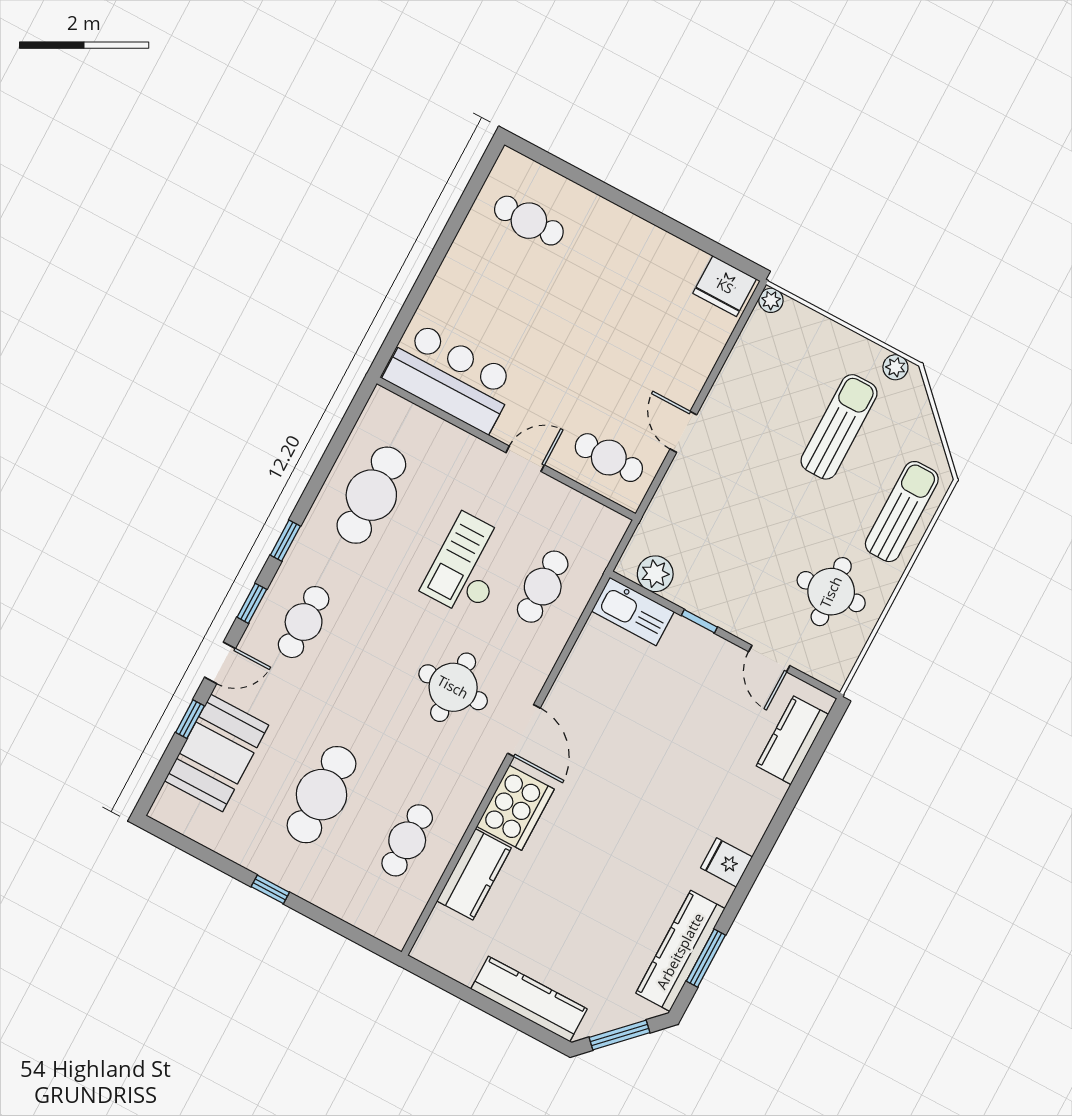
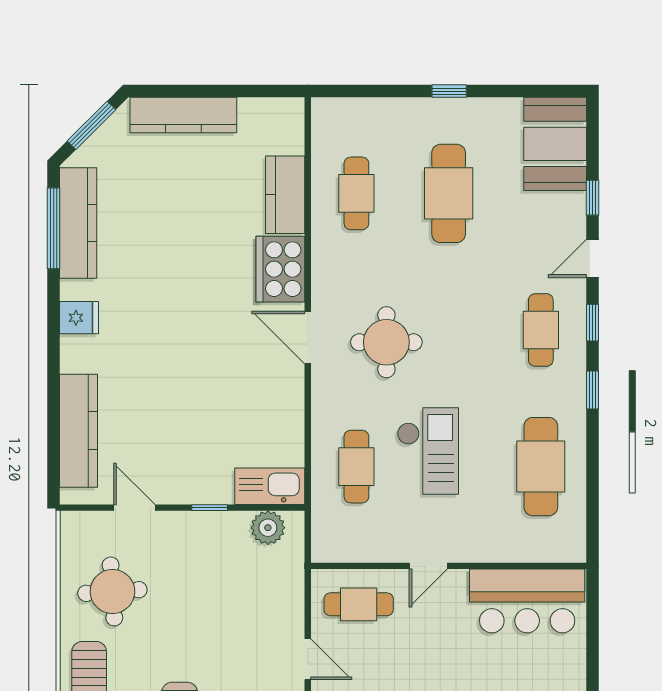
kitchen counter: (792, 740) -> (79, 431), width x1.50
booth: (217, 753) -> (555, 144), moved
window: (706, 958) -> (54, 228), width x1.44

